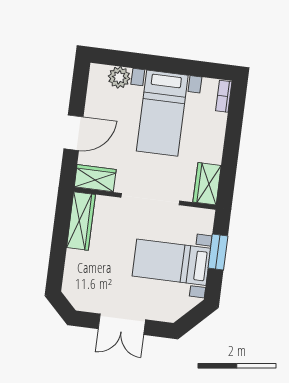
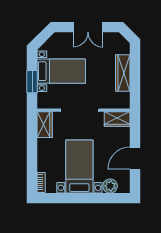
door: (73, 133) -> (135, 158), moved
wardrobe: (81, 221) -> (123, 73), moved
double door: (122, 324) -> (88, 27), swing flipped

